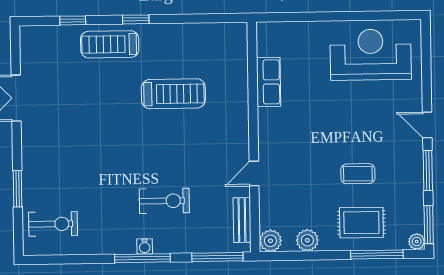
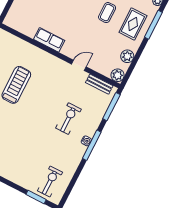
row of seats: (269, 82) -> (49, 40), moved
door: (254, 174) -> (79, 65), swing flipped
window: (18, 189) -> (36, 197), moved

